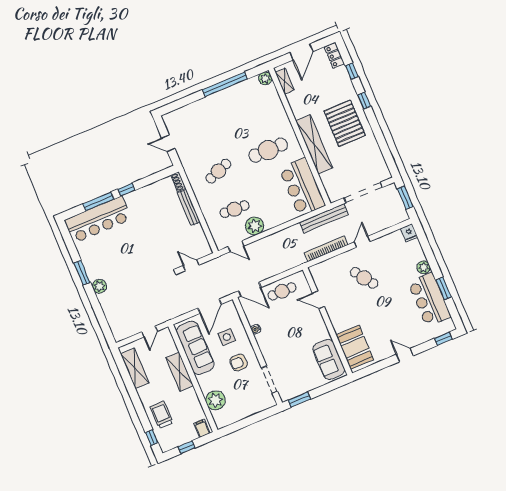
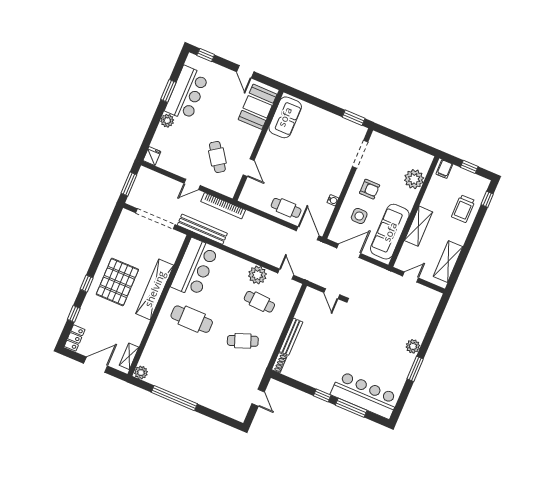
door: (318, 300) -> (249, 168), moved
wall: (327, 321) -> (258, 145), moved
booth: (355, 347) -> (258, 107), moved
sofa: (329, 359) -> (285, 117), moved

